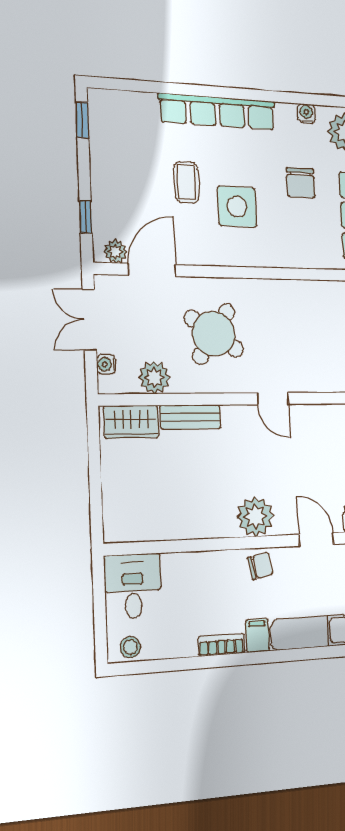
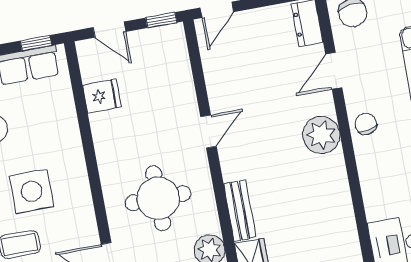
fridge: (319, 297) -> (102, 96), added
round table: (214, 334) -> (158, 198), turned -34

